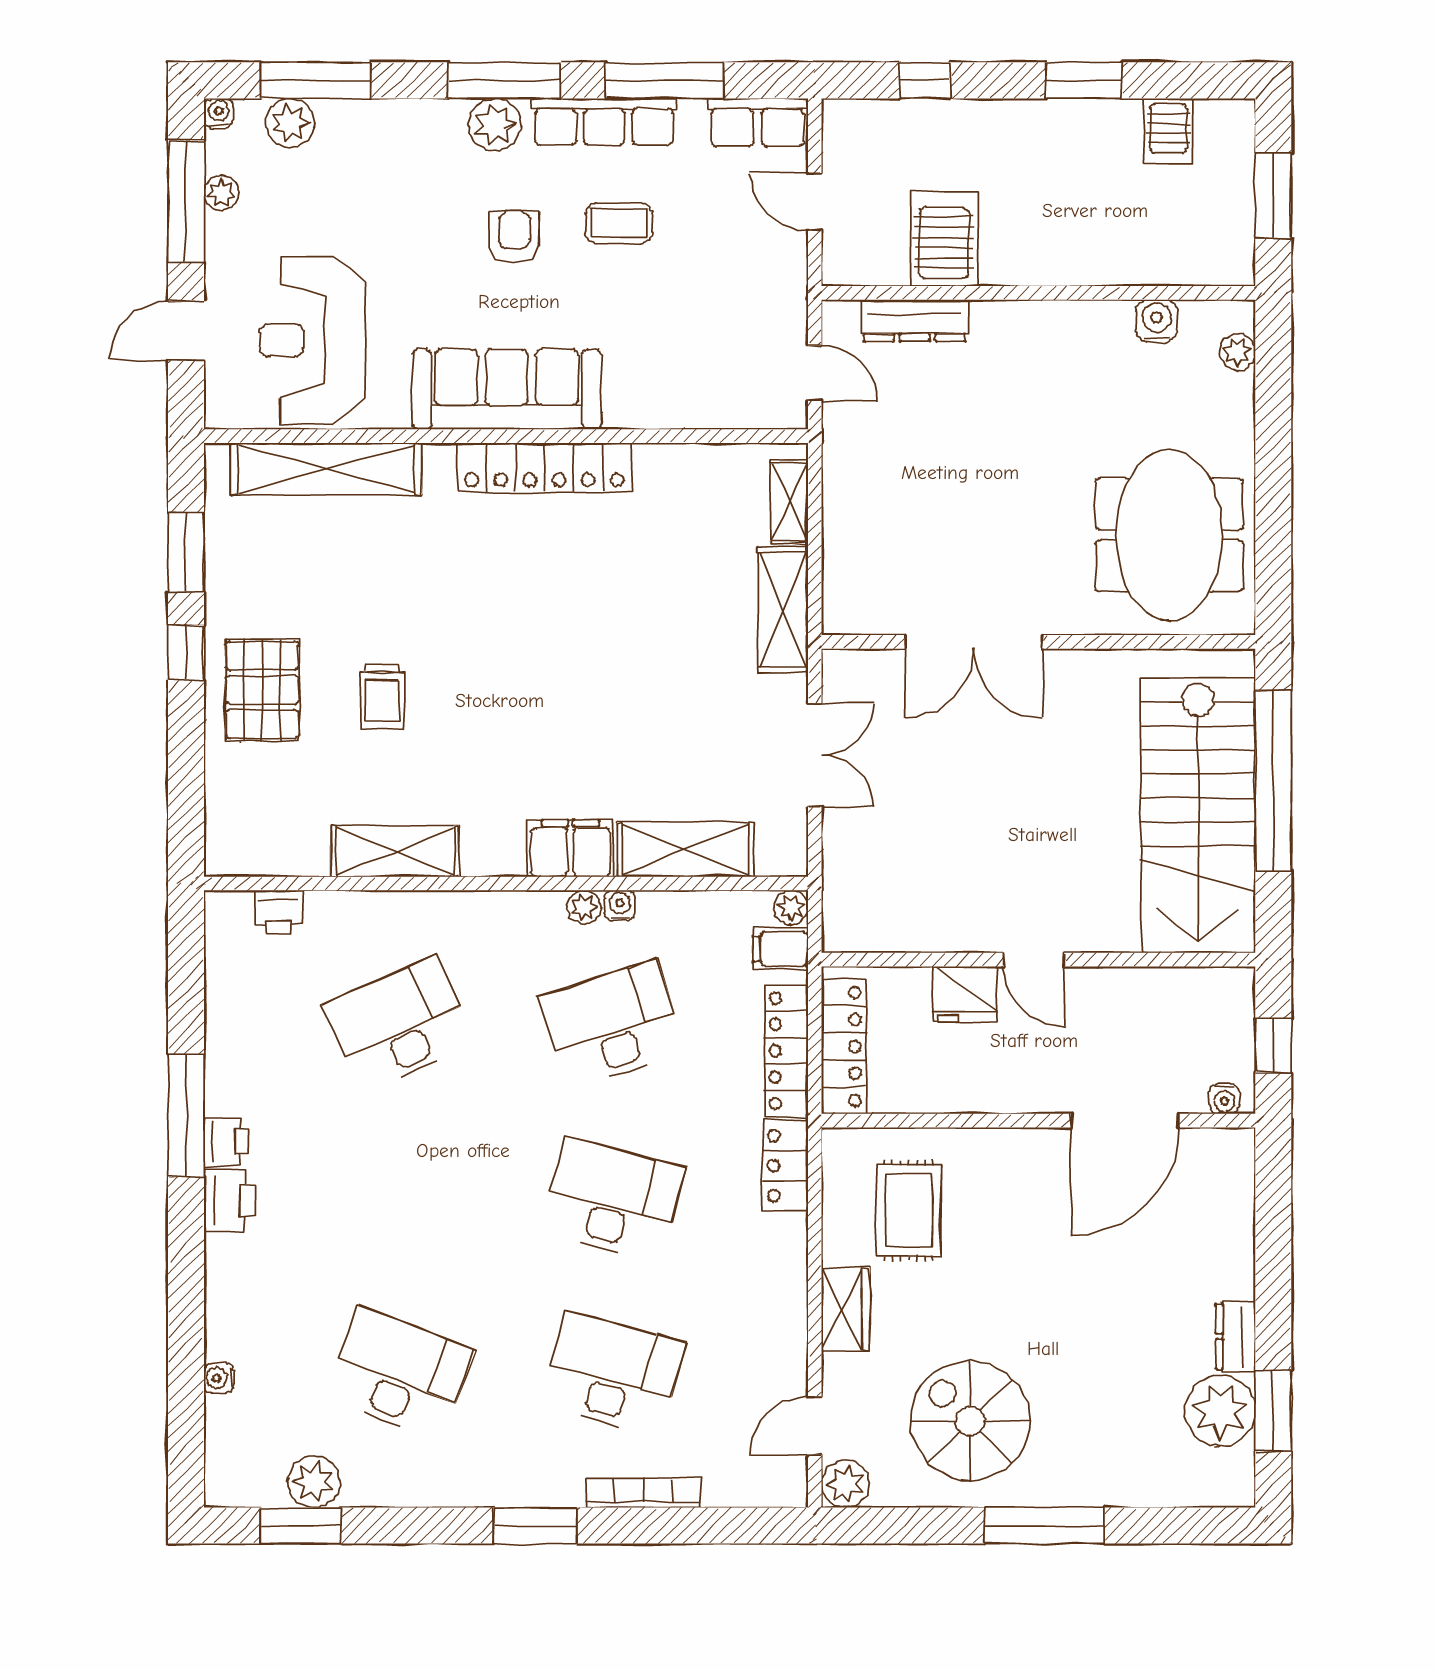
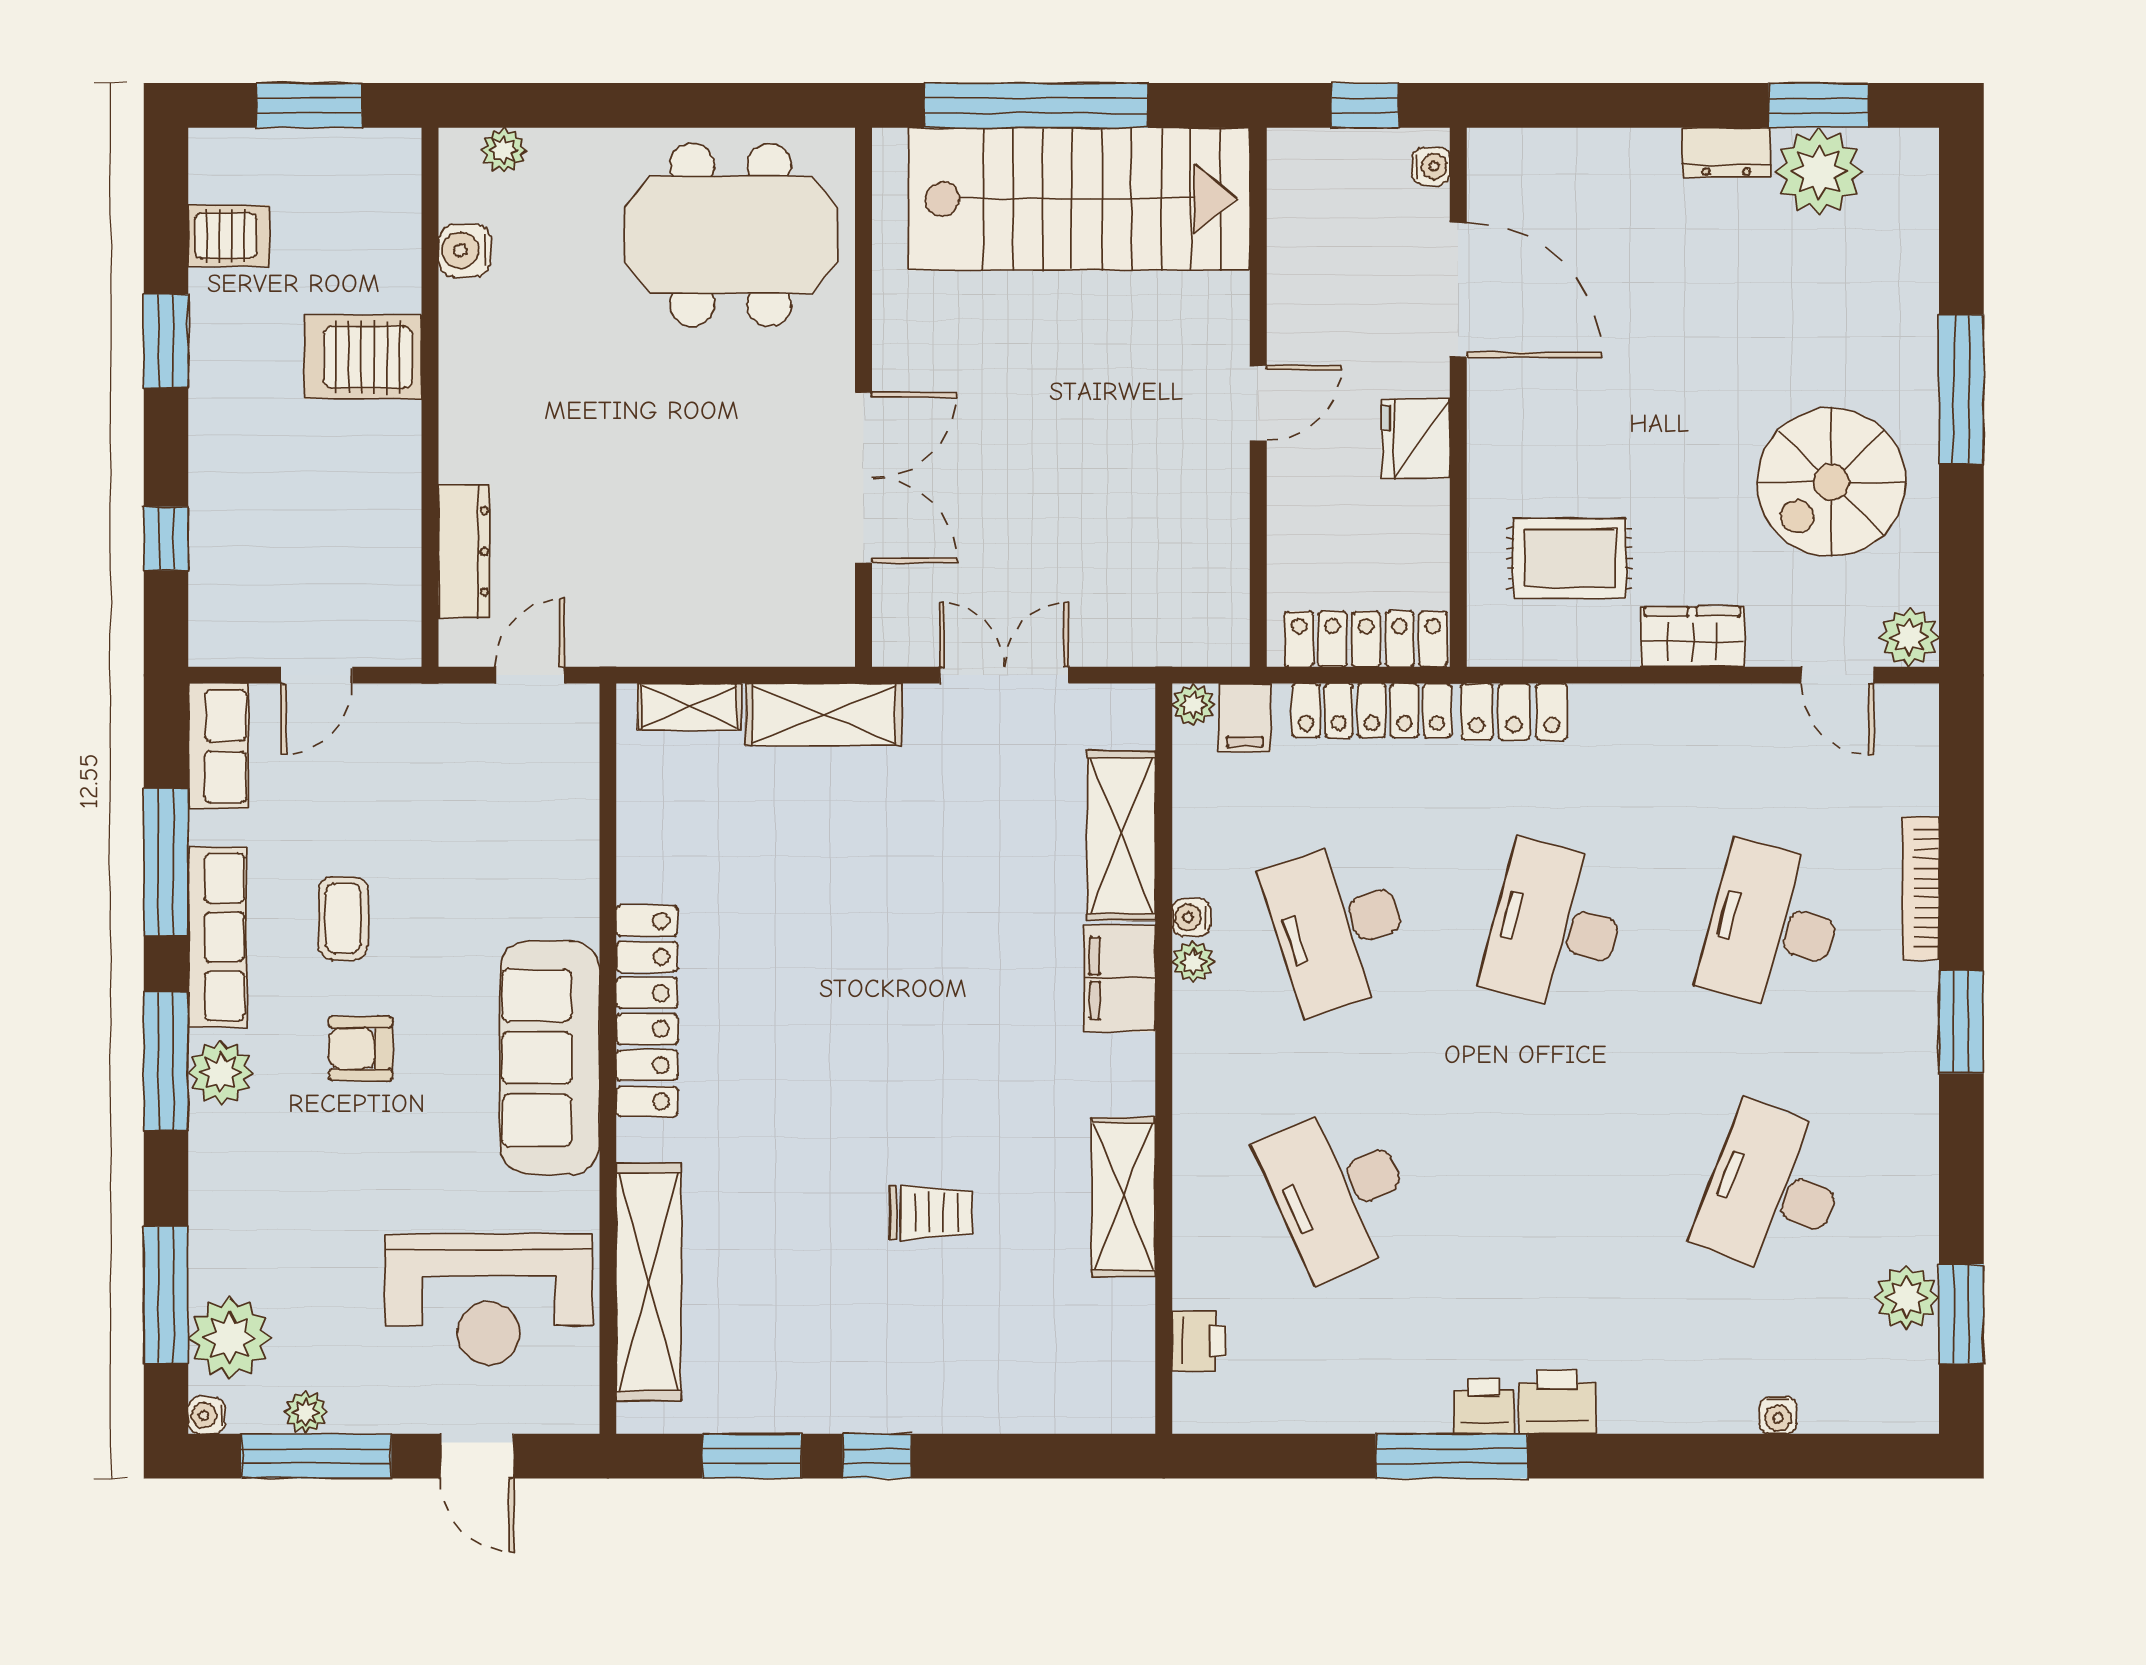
plant: (290, 123) -> (230, 1338), width x1.36, depth x1.36
server rack: (944, 239) -> (363, 357), moved
pallet: (262, 690) -> (923, 1362), removed
fridge: (965, 994) -> (1416, 439), moved, turned 180

